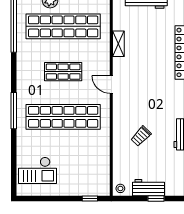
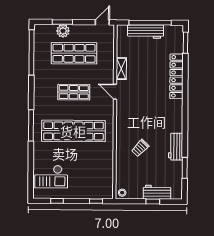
shop shelf: (63, 26) -> (74, 53), width x0.71
door: (111, 84) -> (115, 92), moved
workbench: (149, 188) -> (157, 192), moved
window: (45, 198) -> (57, 201), added

